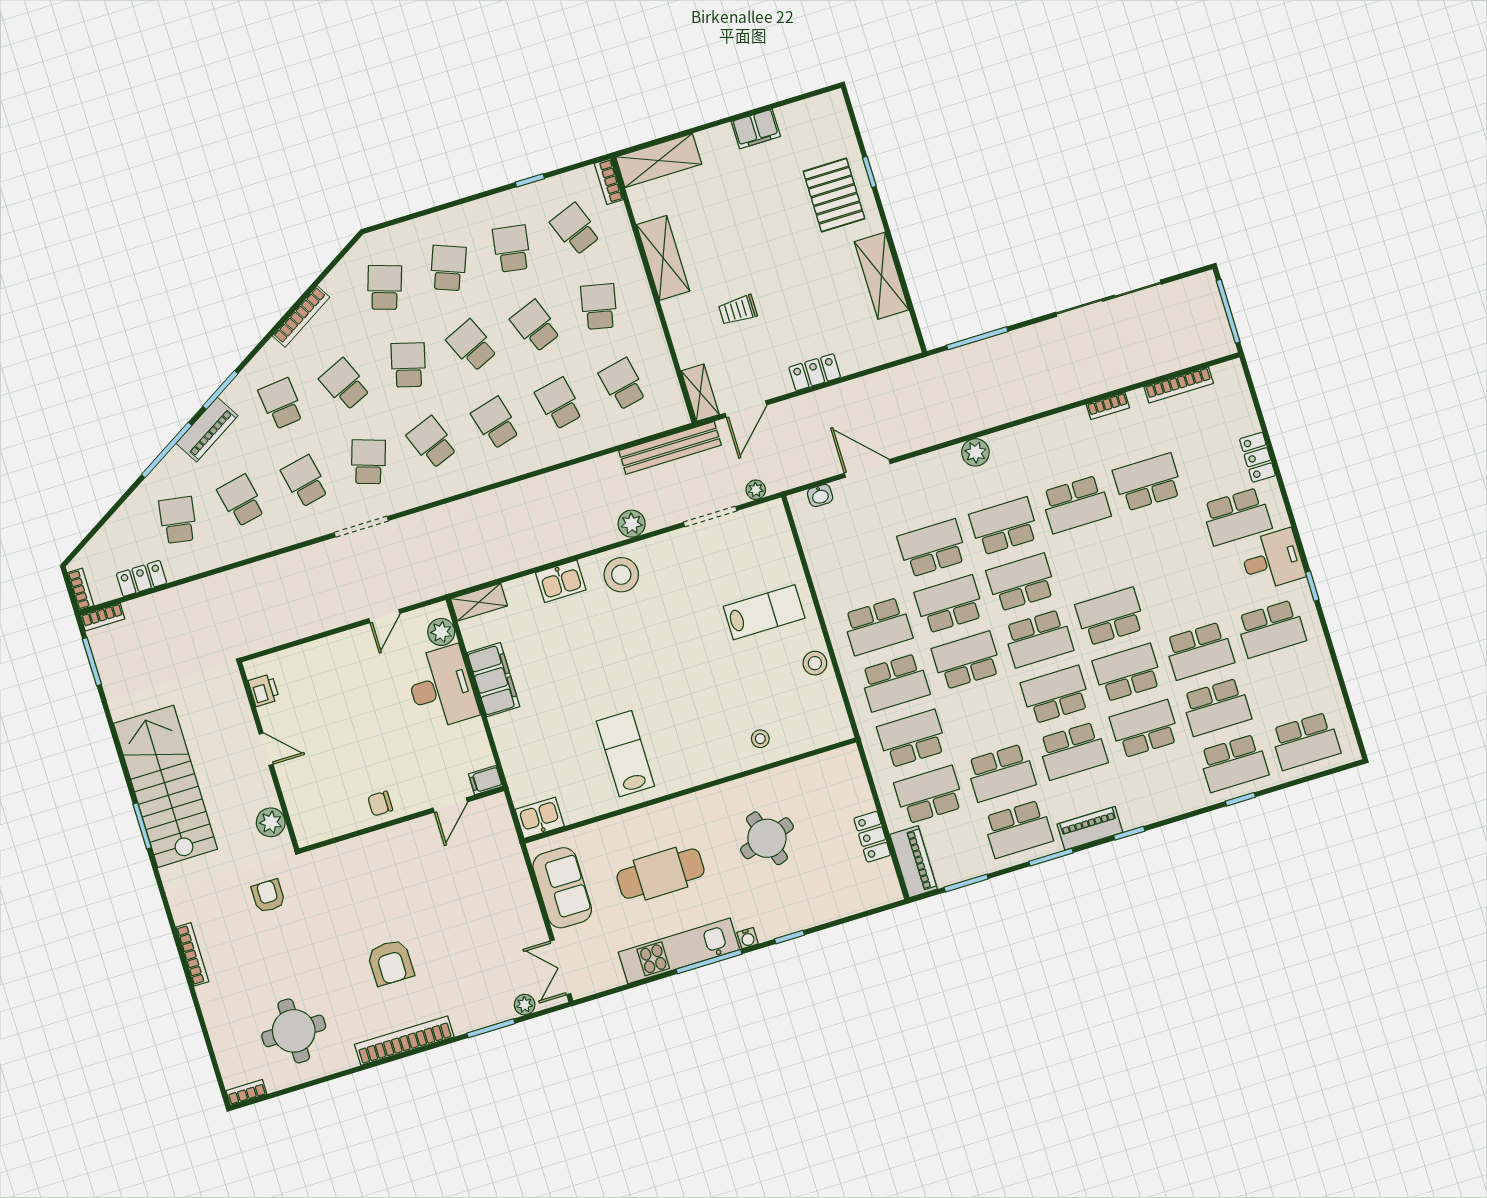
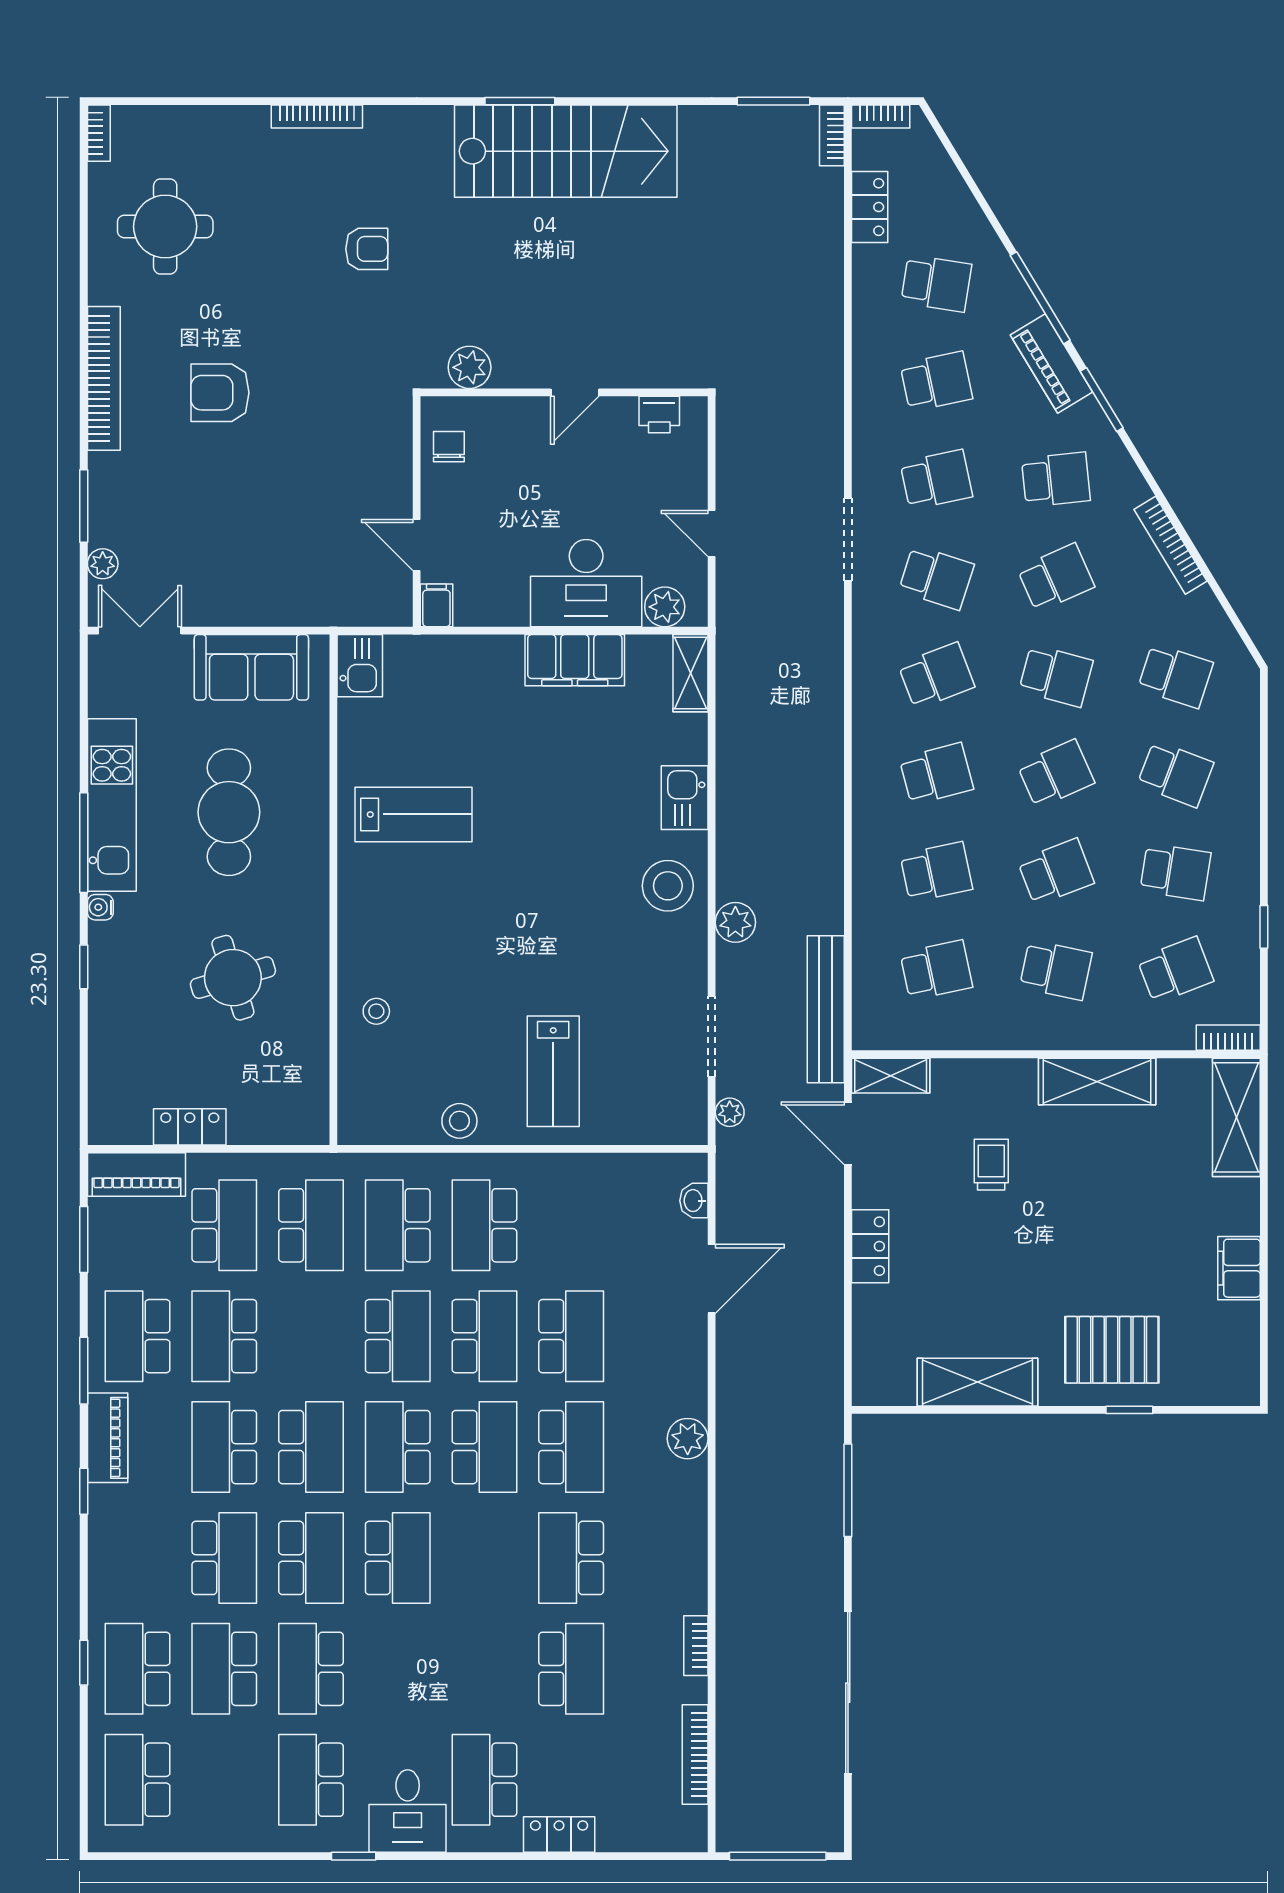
printer: (264, 690) -> (659, 414), moved
door: (266, 749) -> (575, 392), moved
wall: (268, 756) -> (564, 392), moved
plant: (271, 822) -> (470, 367), moved

